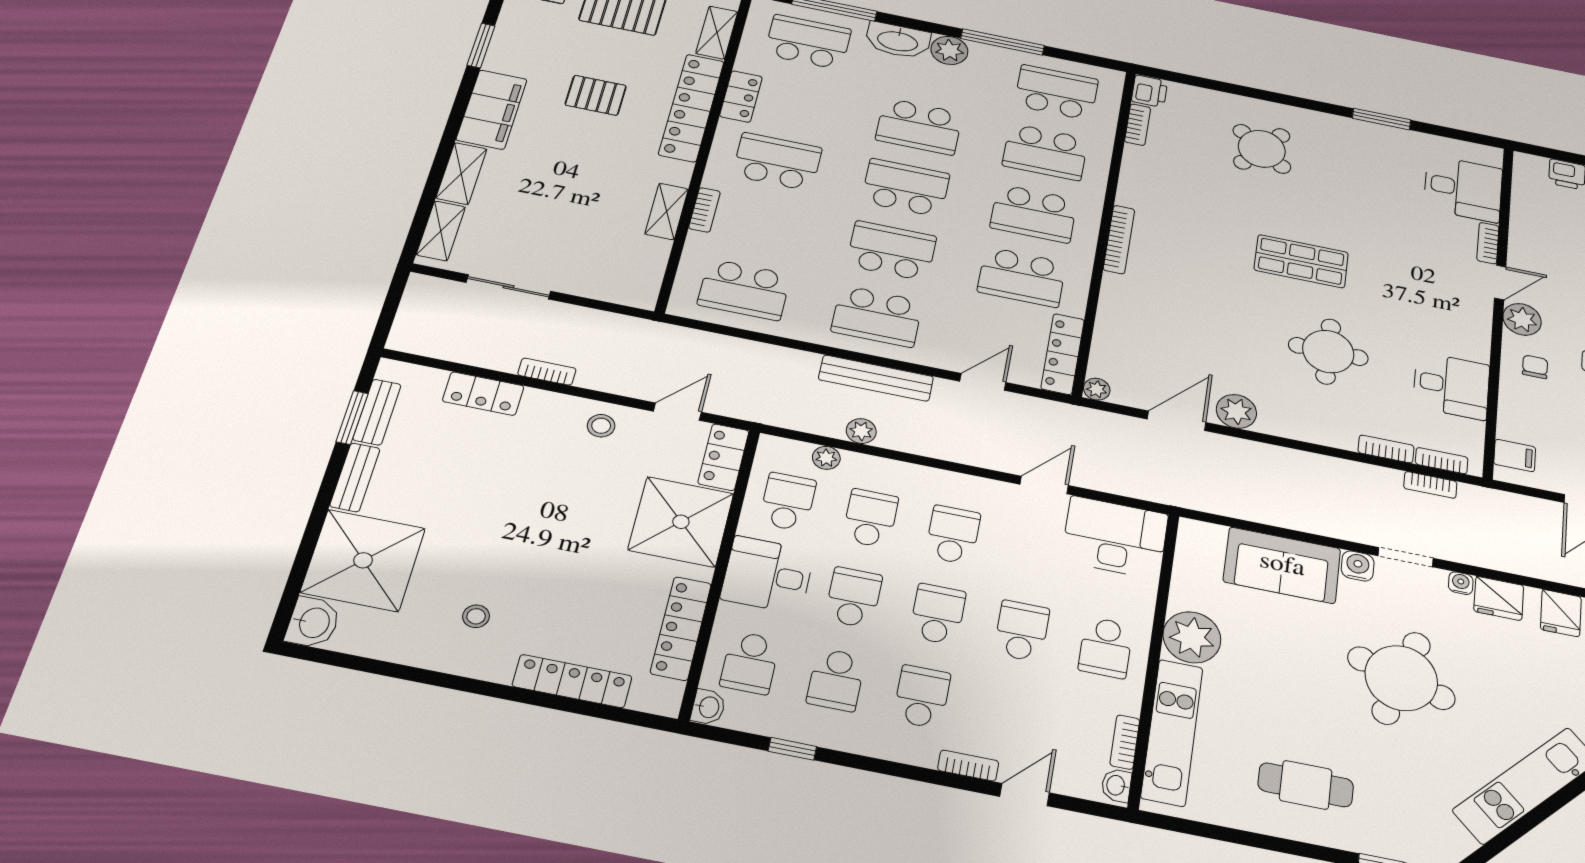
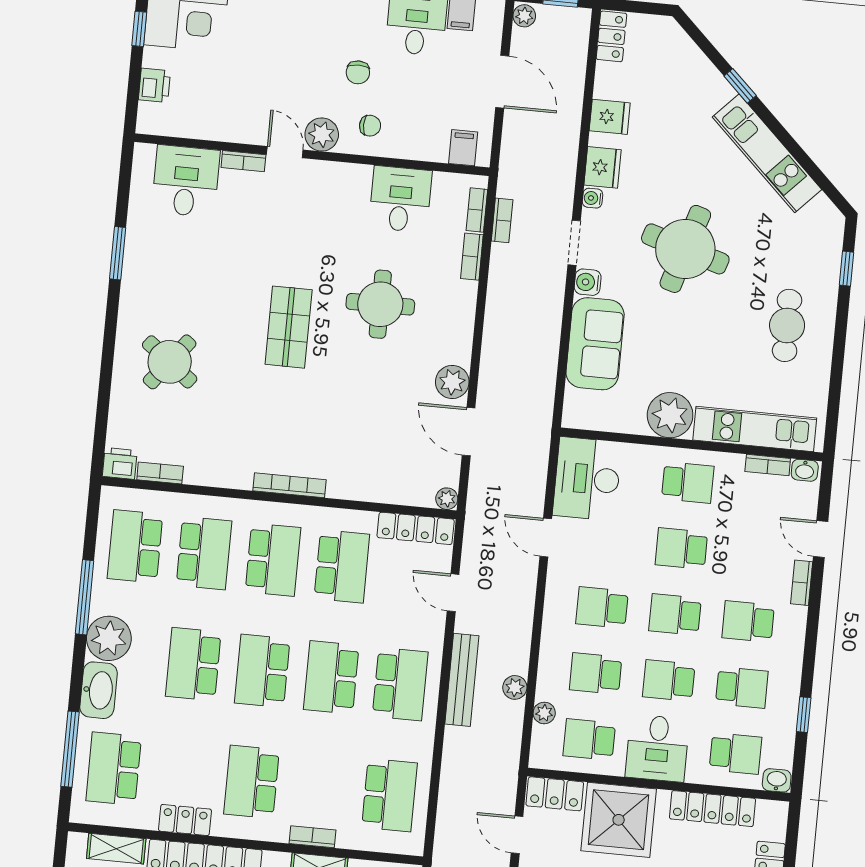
plant: (949, 50) -> (109, 638), width x1.36, depth x1.36
school desk: (919, 126) -> (193, 664), turned 180
chair: (1535, 367) -> (370, 126), turned 180

